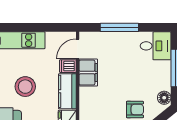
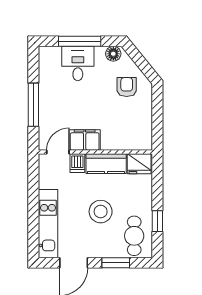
desk: (156, 46) -> (78, 64), moved
door: (78, 49) -> (58, 152), swing flipped

